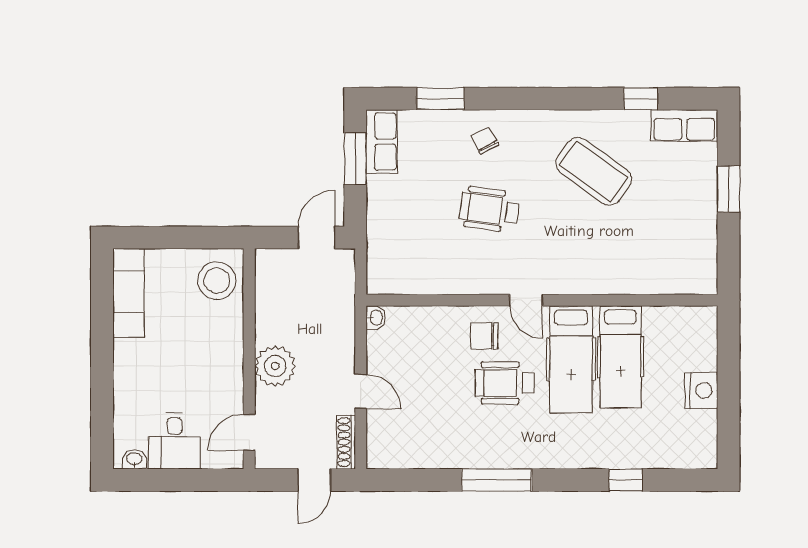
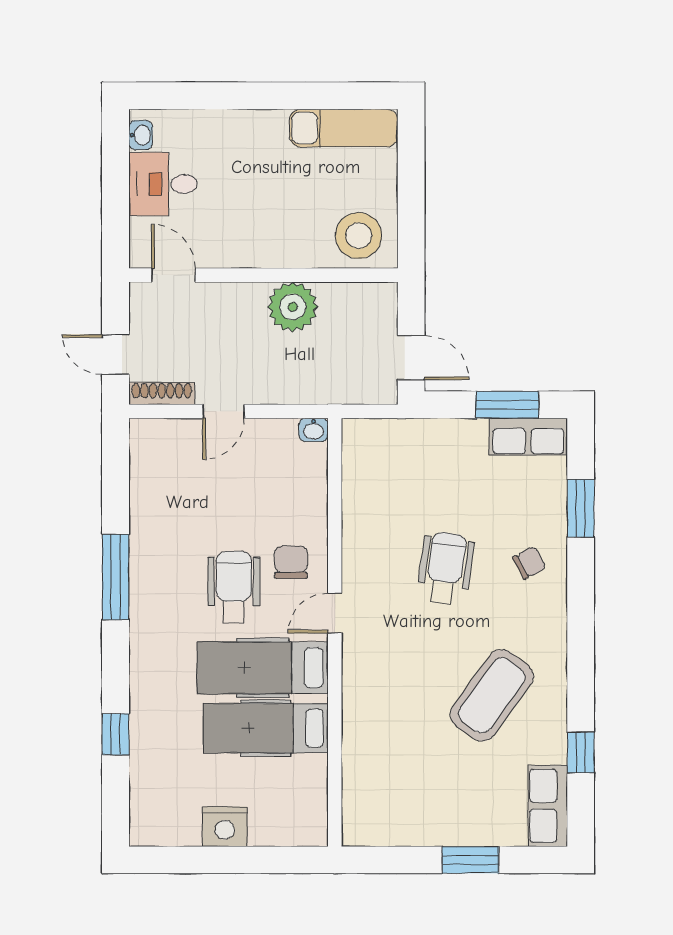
plant: (275, 366) -> (293, 307), moved

